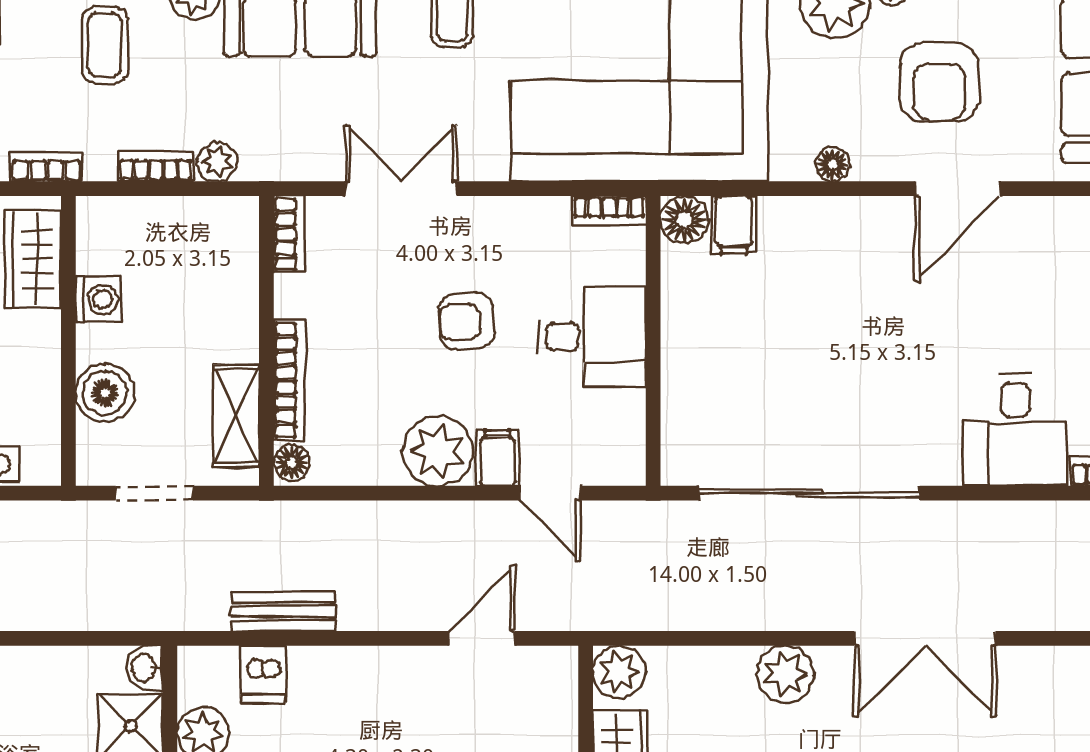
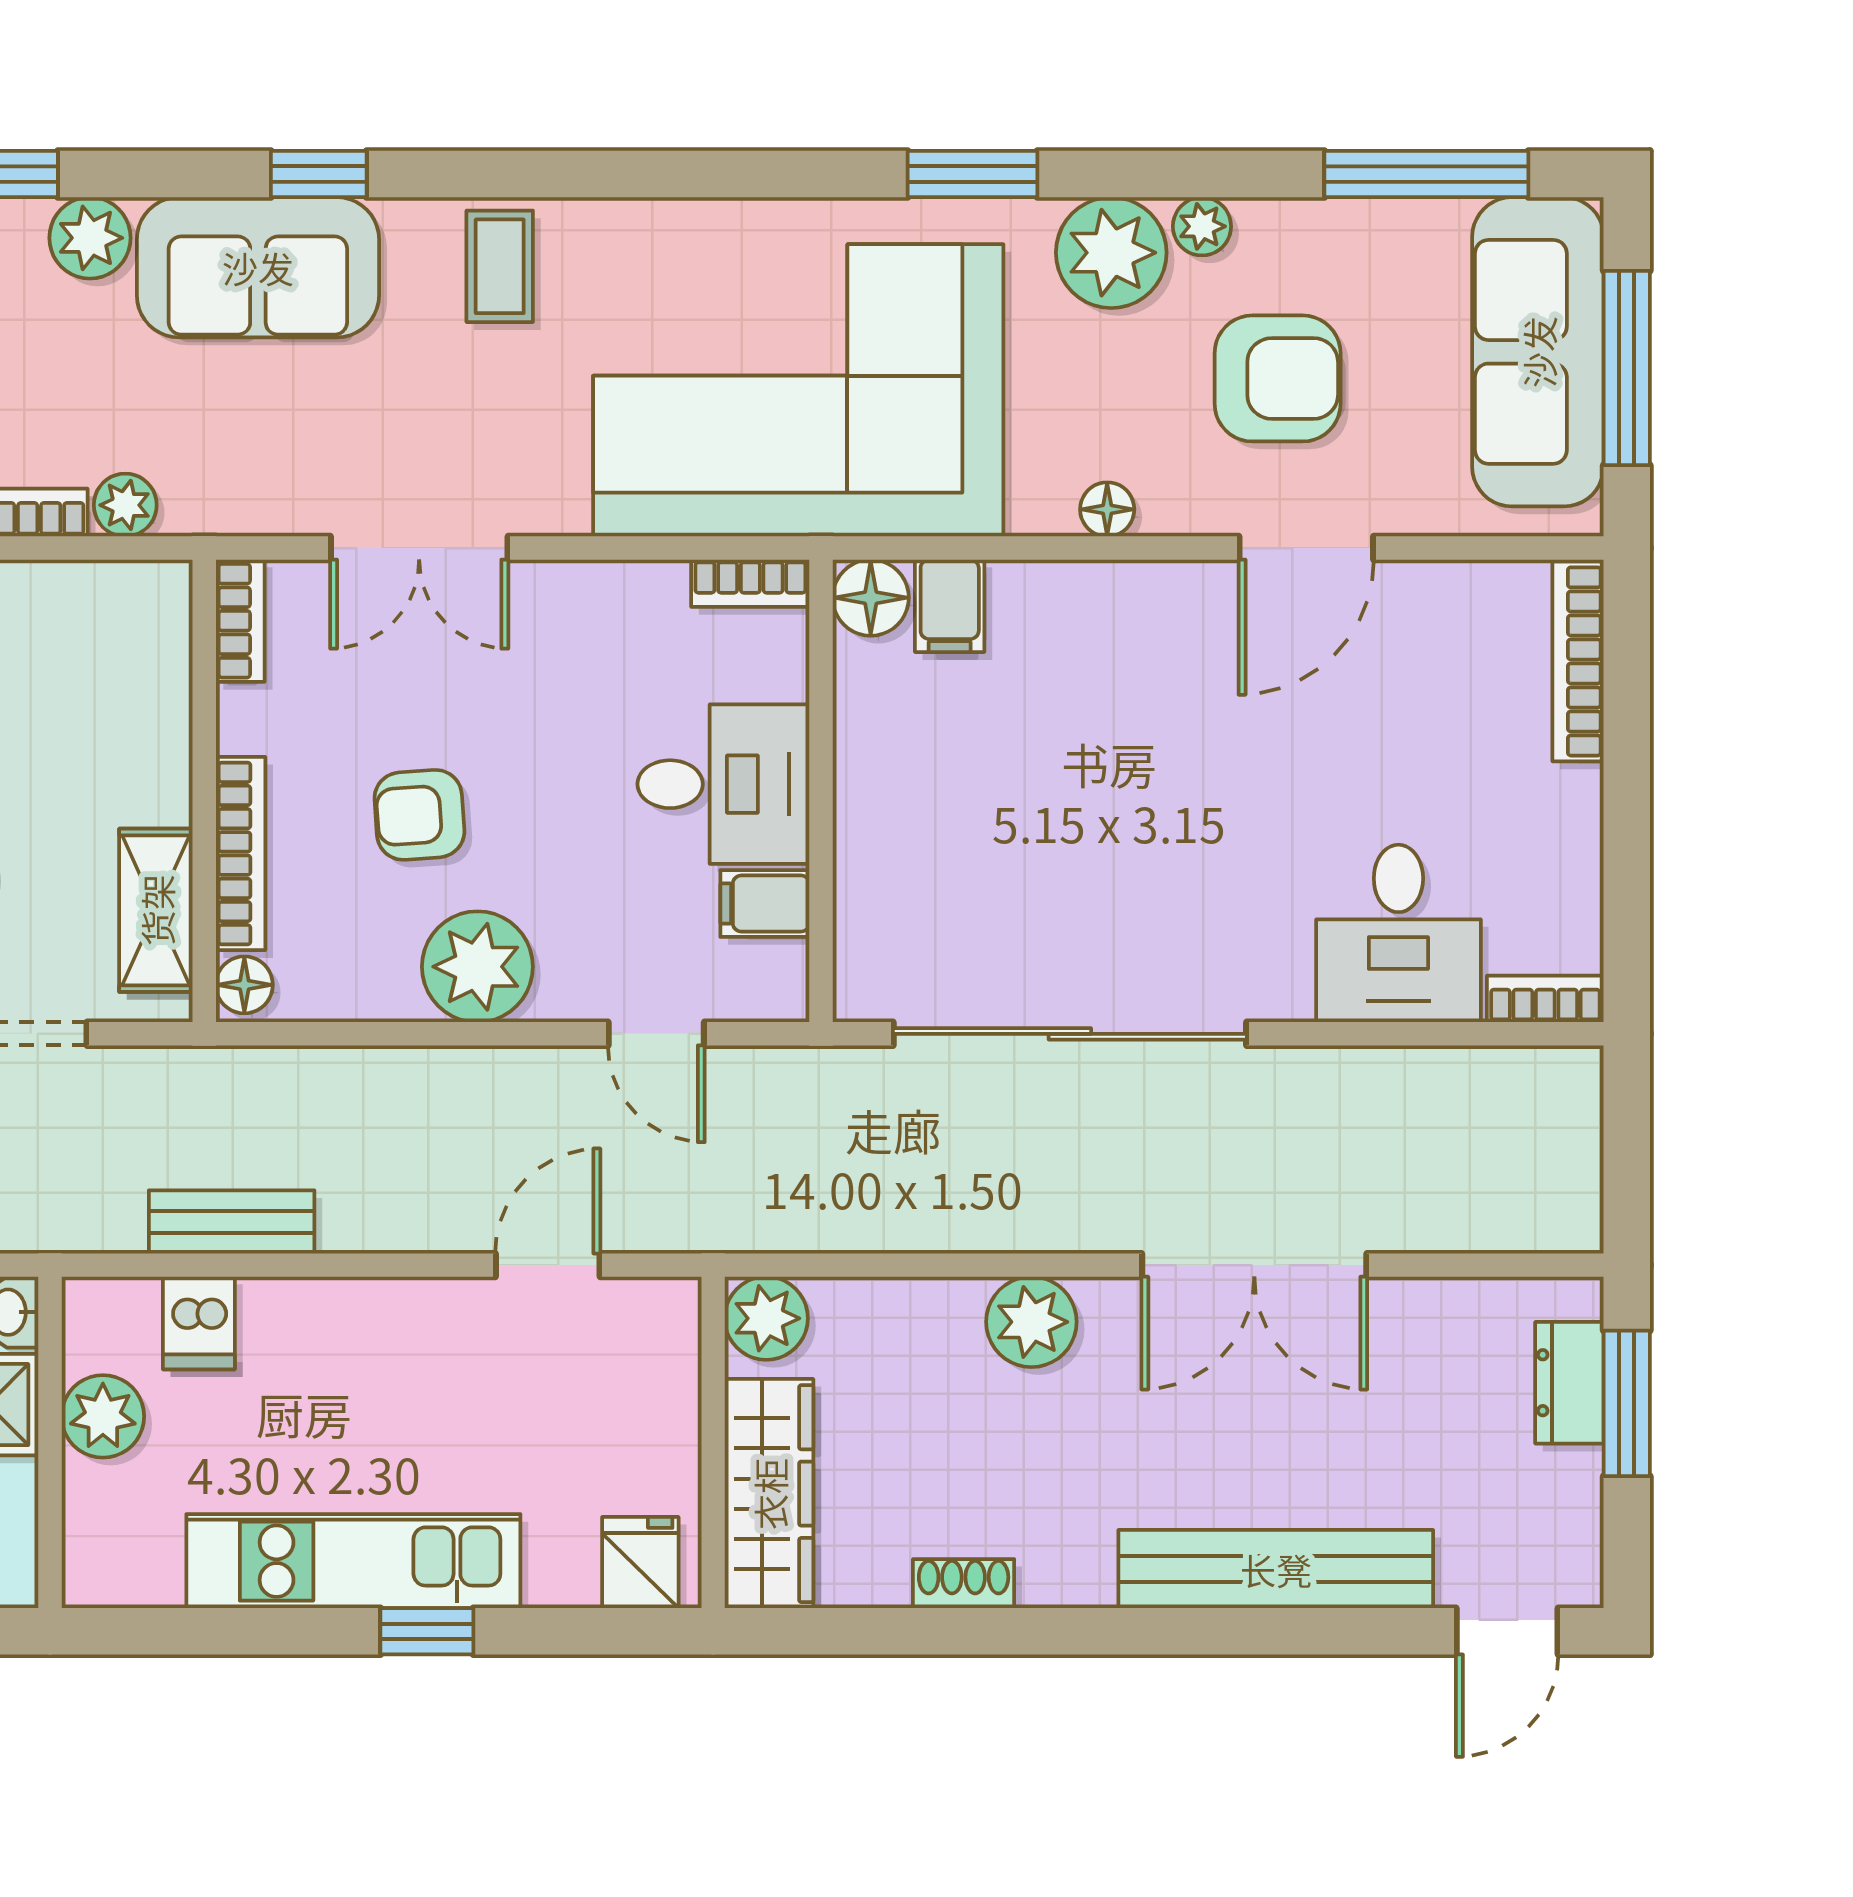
armchair: (939, 82) -> (1278, 378), turned -90
double door: (401, 189) -> (419, 548), swing flipped
armchair: (466, 321) -> (419, 815), moved
filing cabinet: (497, 458) -> (765, 904), moved, turned -90

